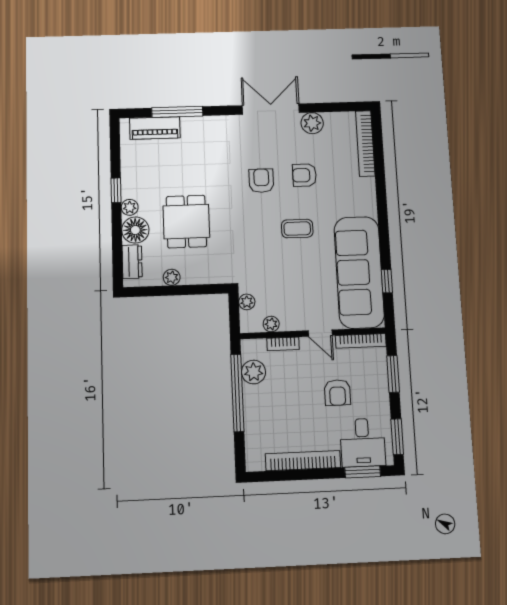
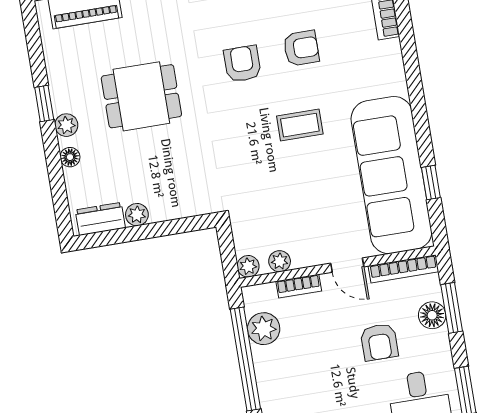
armchair: (304, 175) -> (301, 48), turned 180
dining table: (186, 222) -> (141, 96), moved, turned 90
floor lamp: (135, 230) -> (70, 157), width x0.53, depth x0.53
dresser: (132, 262) -> (100, 219), moved, turned -90
plant: (247, 302) -> (248, 266), moved
floor lamp: (378, 378) -> (432, 315), added

